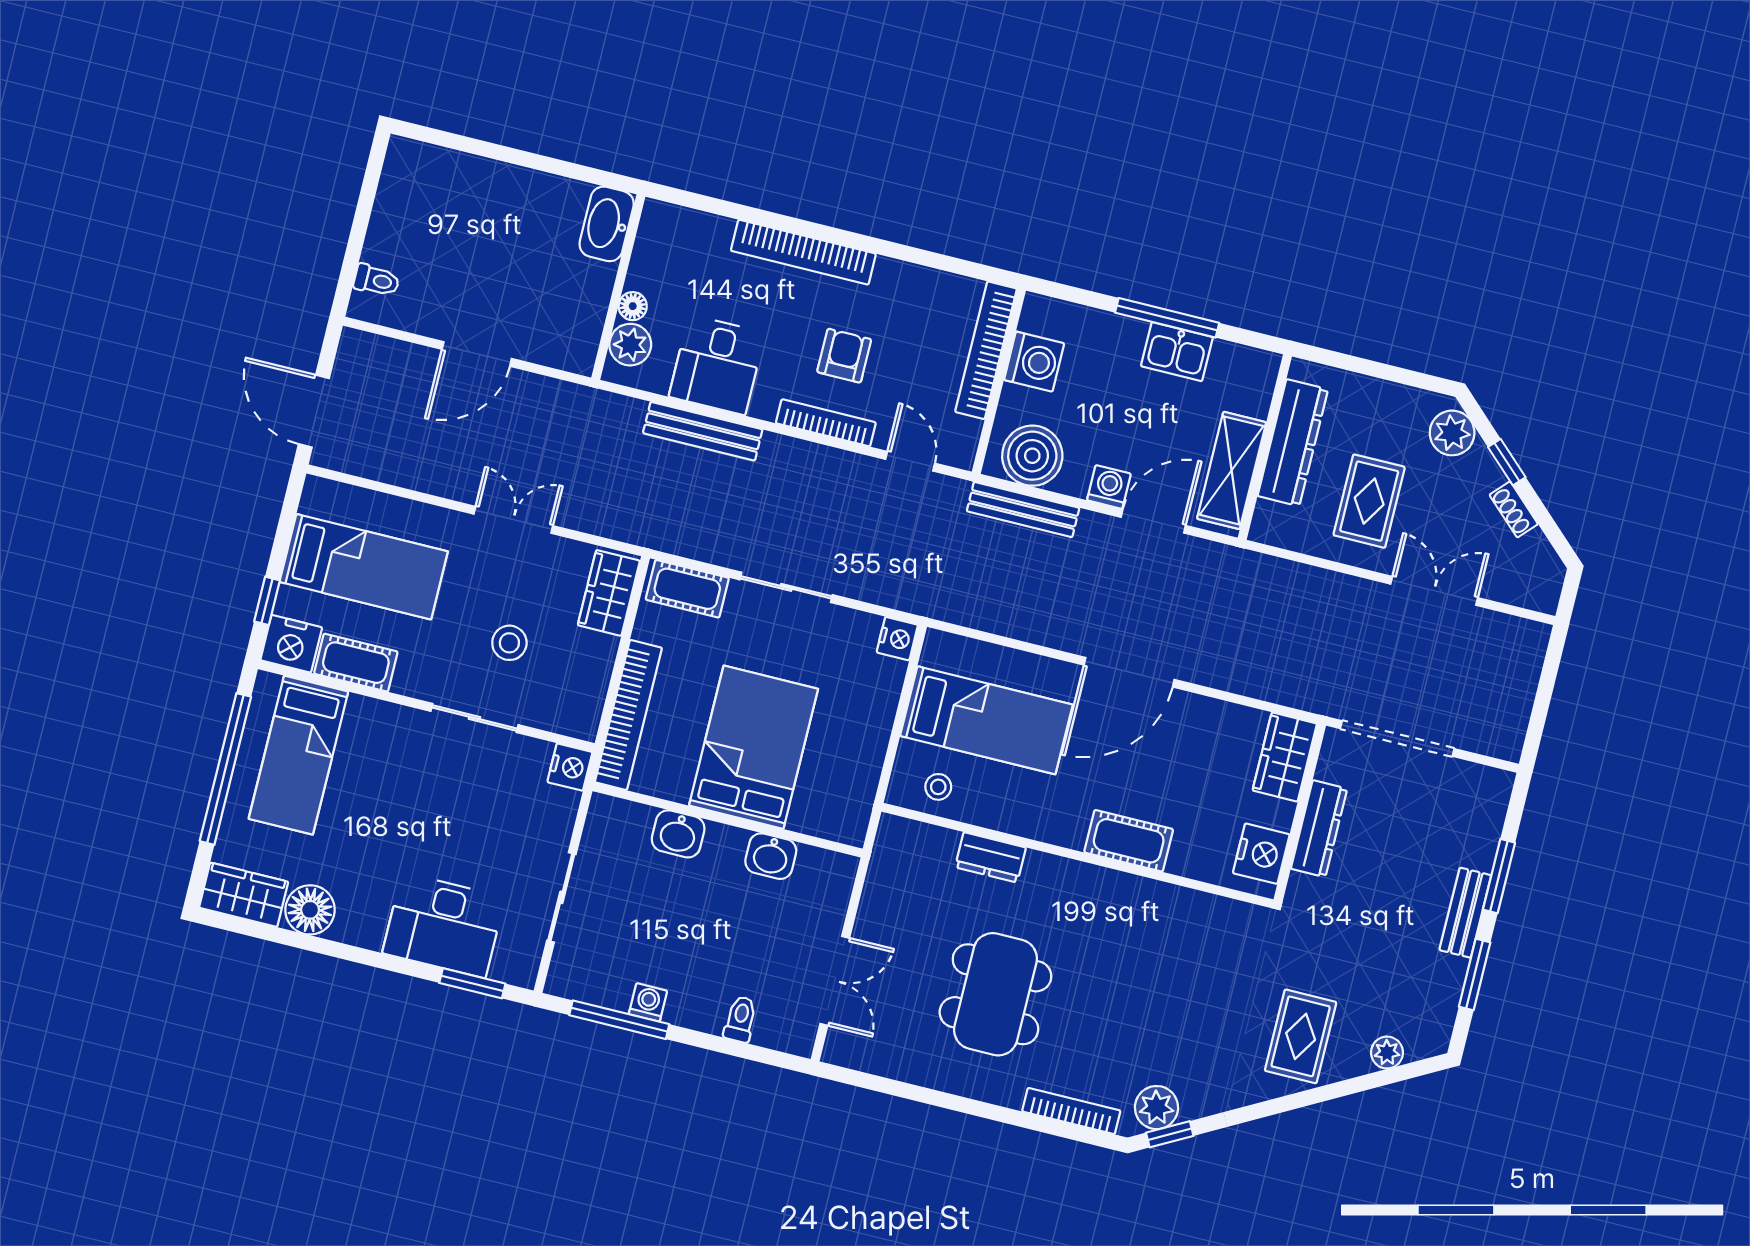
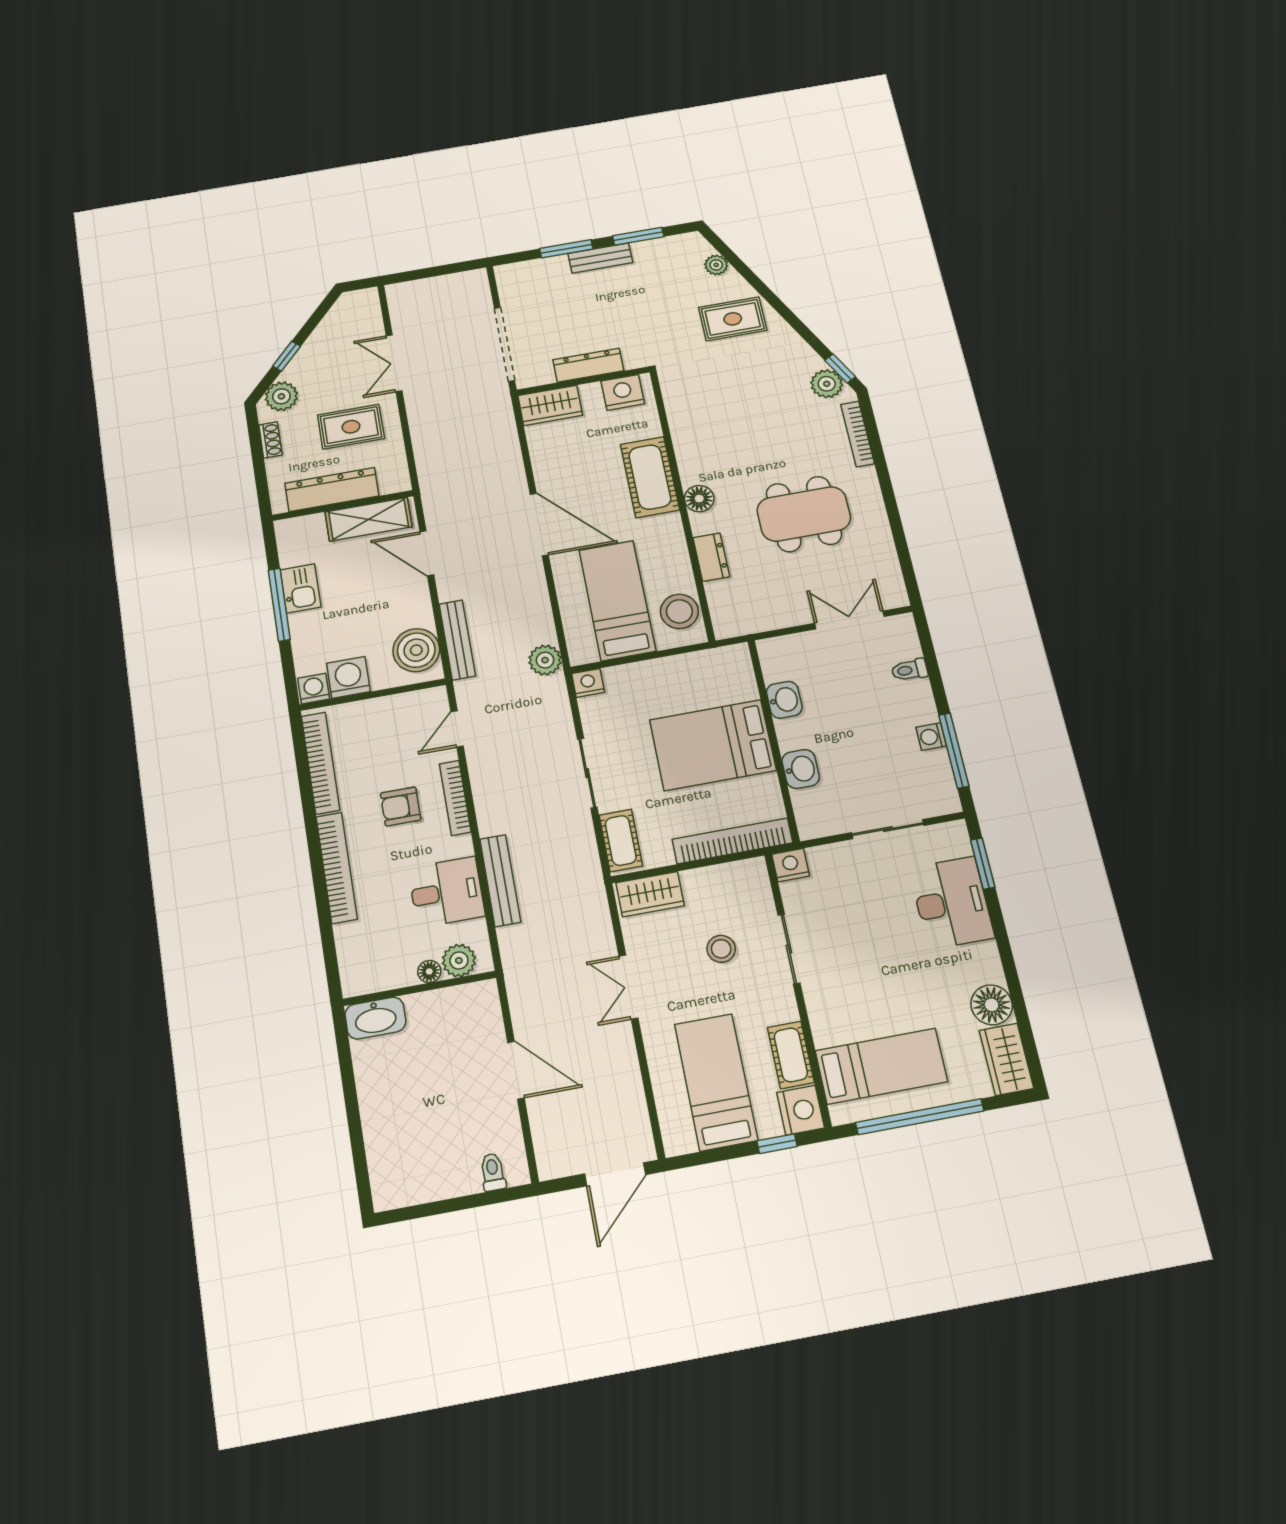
bookcase: (986, 350) -> (320, 763), moved, turned -90
washing machine: (1109, 487) -> (314, 689), moved, turned 90
shoe rack: (1514, 509) -> (270, 440), moved, turned -43
plant: (949, 601) -> (545, 660), added
stool: (938, 787) -> (679, 611), width x1.89, depth x1.89
cot: (1129, 841) -> (650, 477), width x1.37, depth x1.34
floor lamp: (1074, 879) -> (699, 499), added

